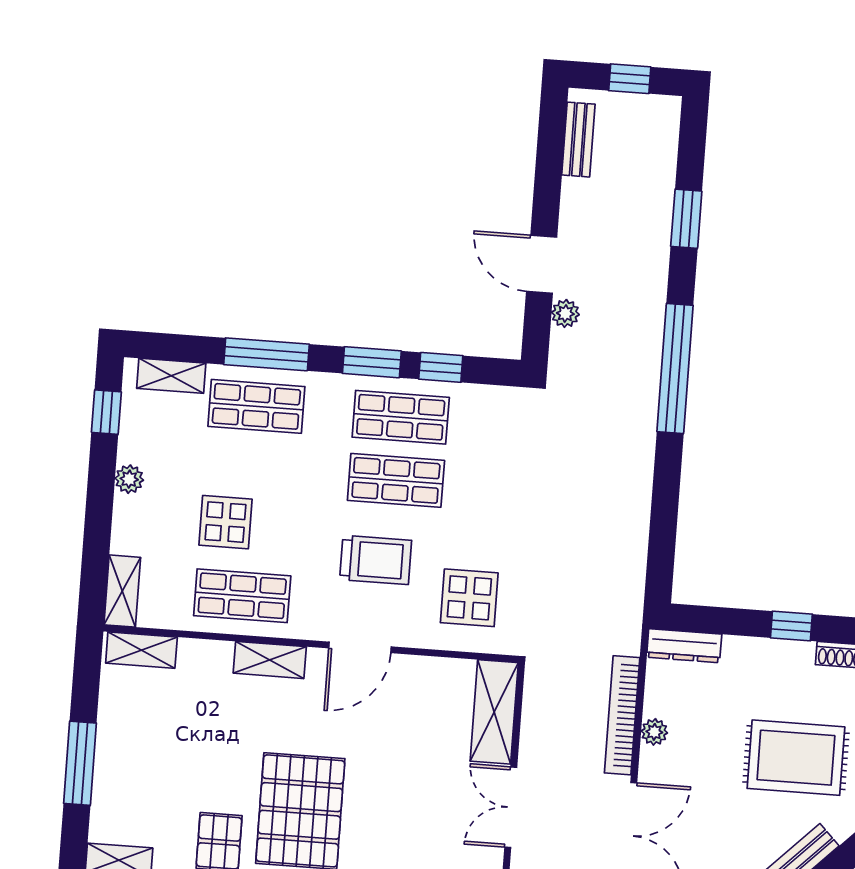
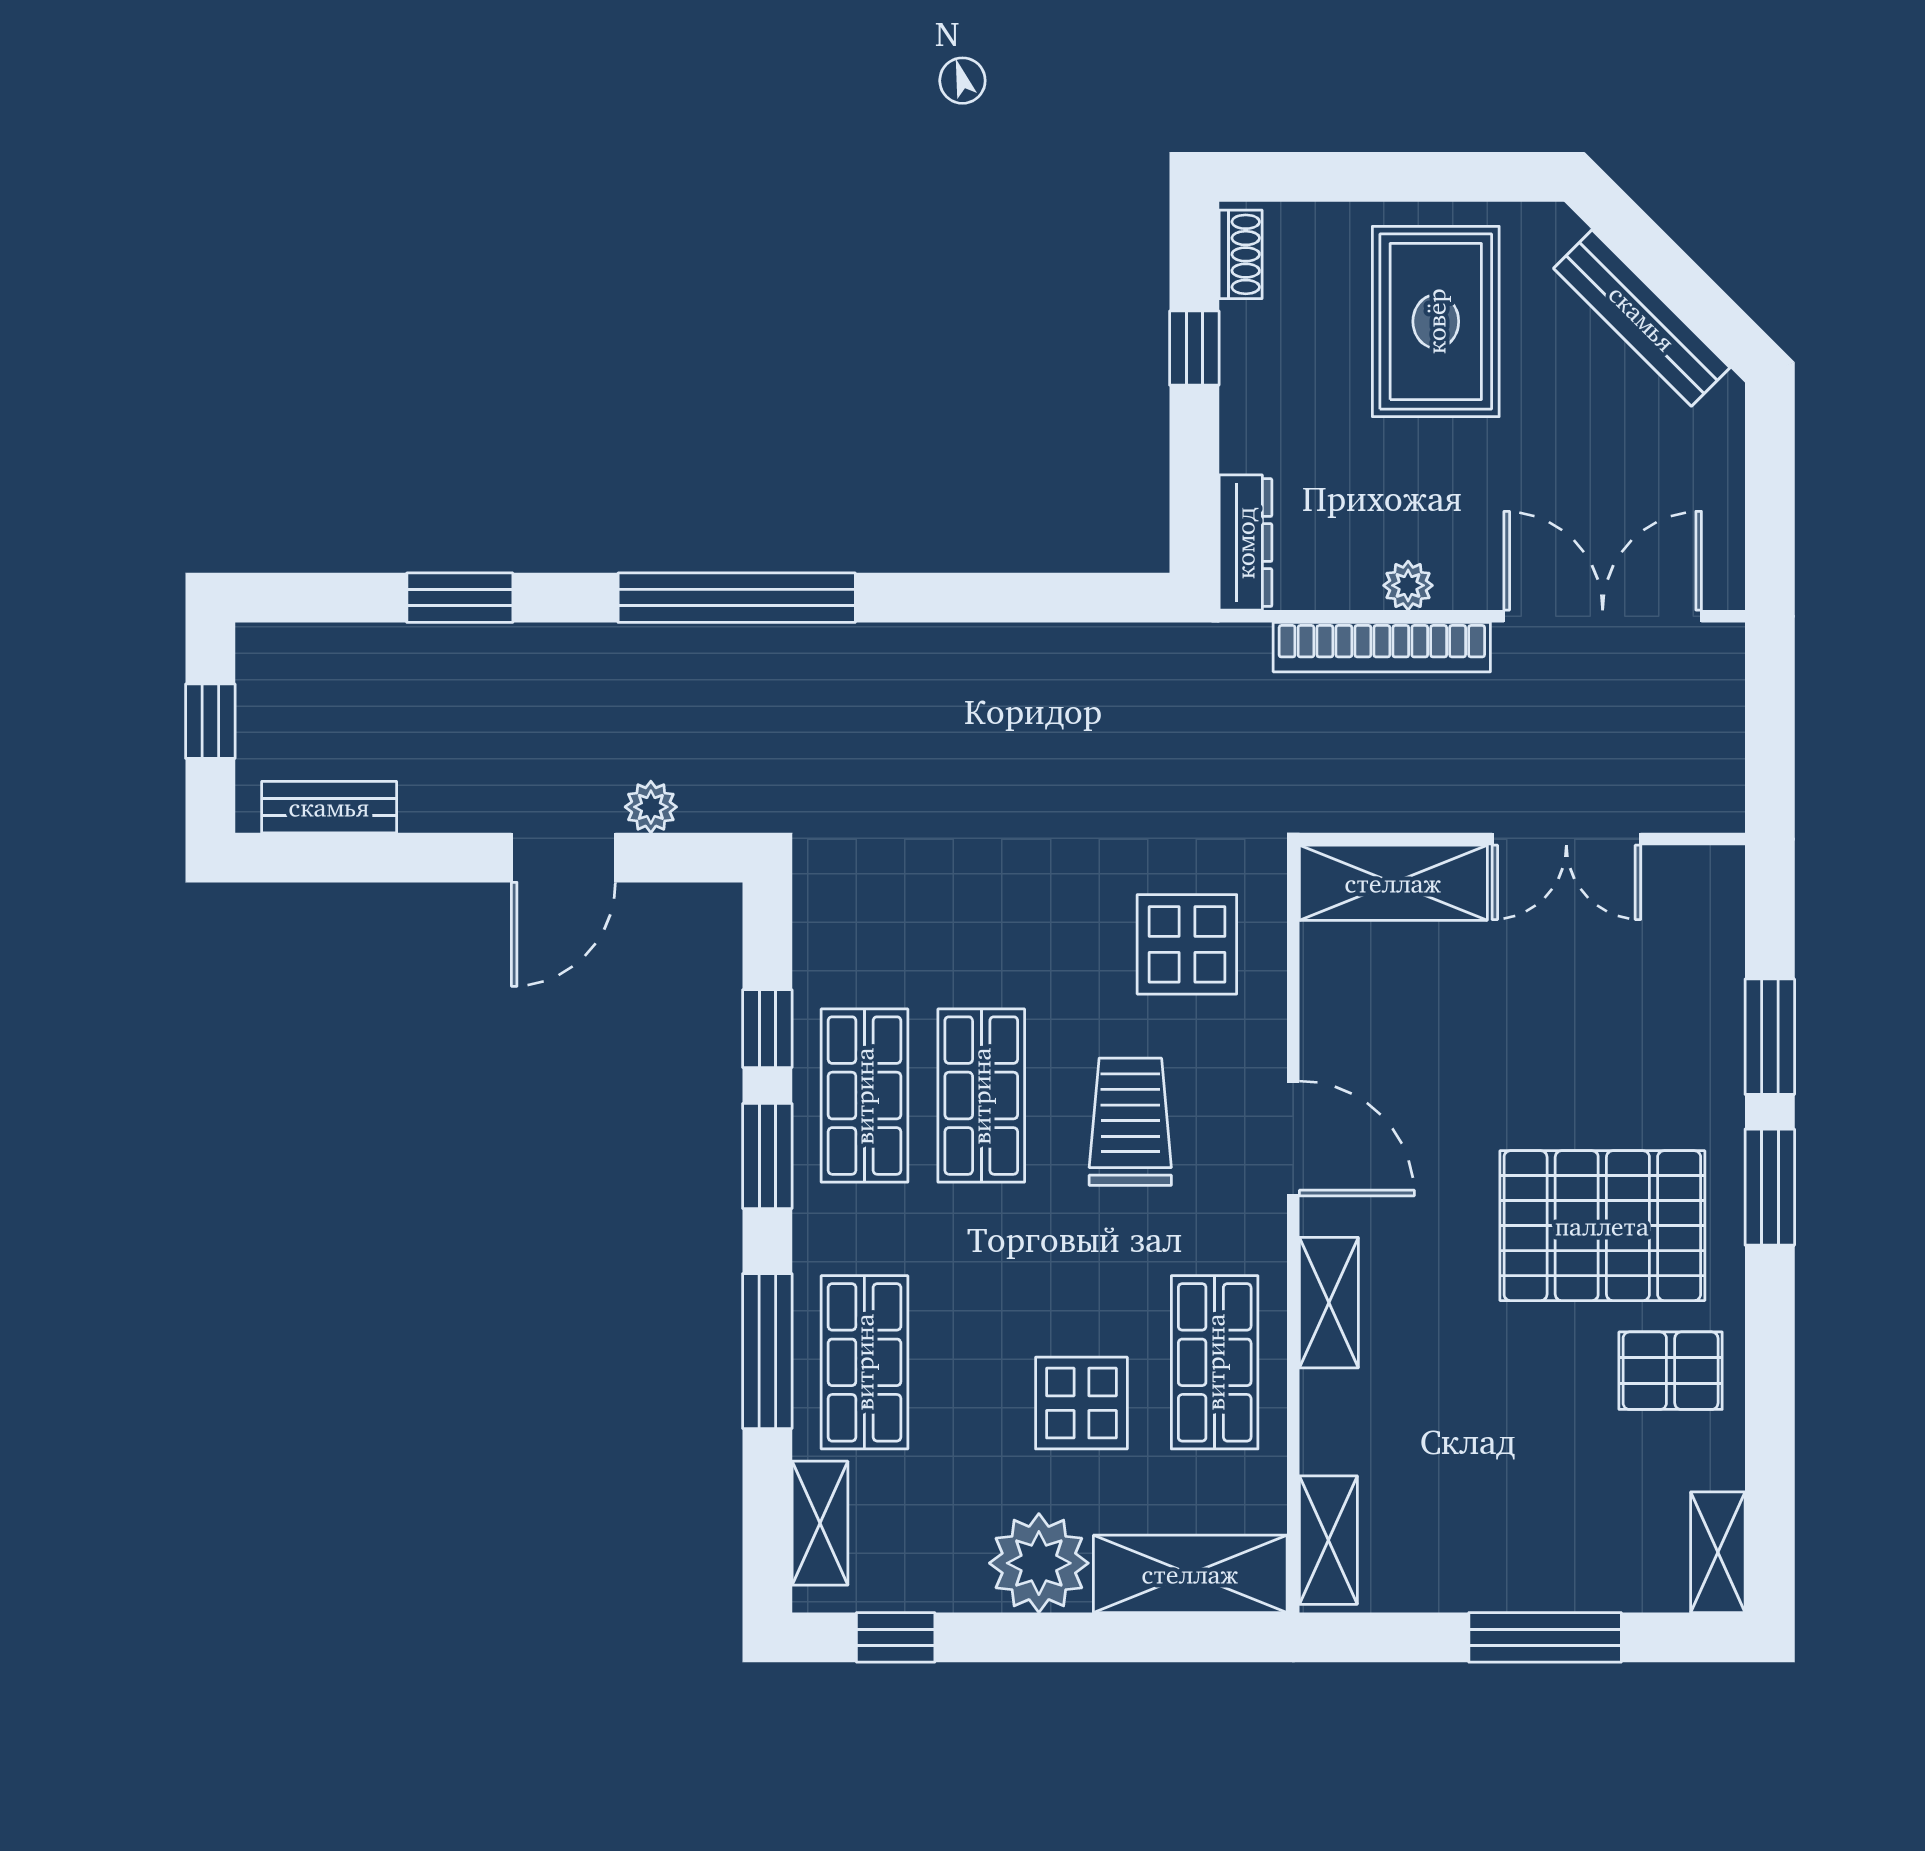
plant: (129, 479) -> (1039, 1563), width x1.88, depth x1.88
shelving: (122, 591) -> (1190, 1574), width x1.50, depth x1.33

